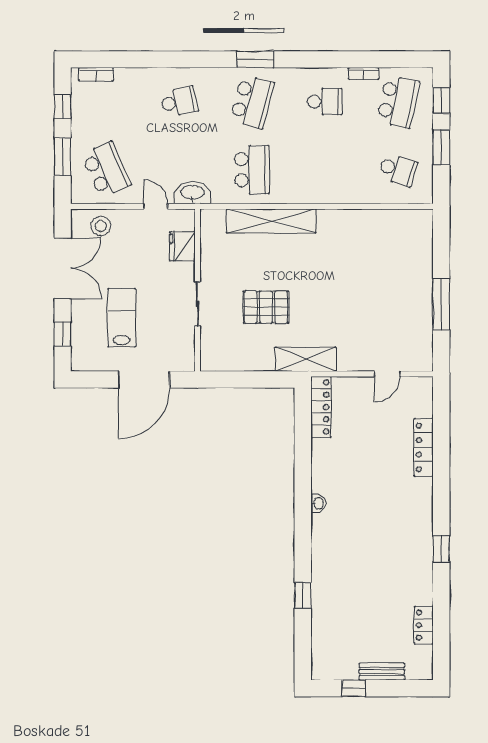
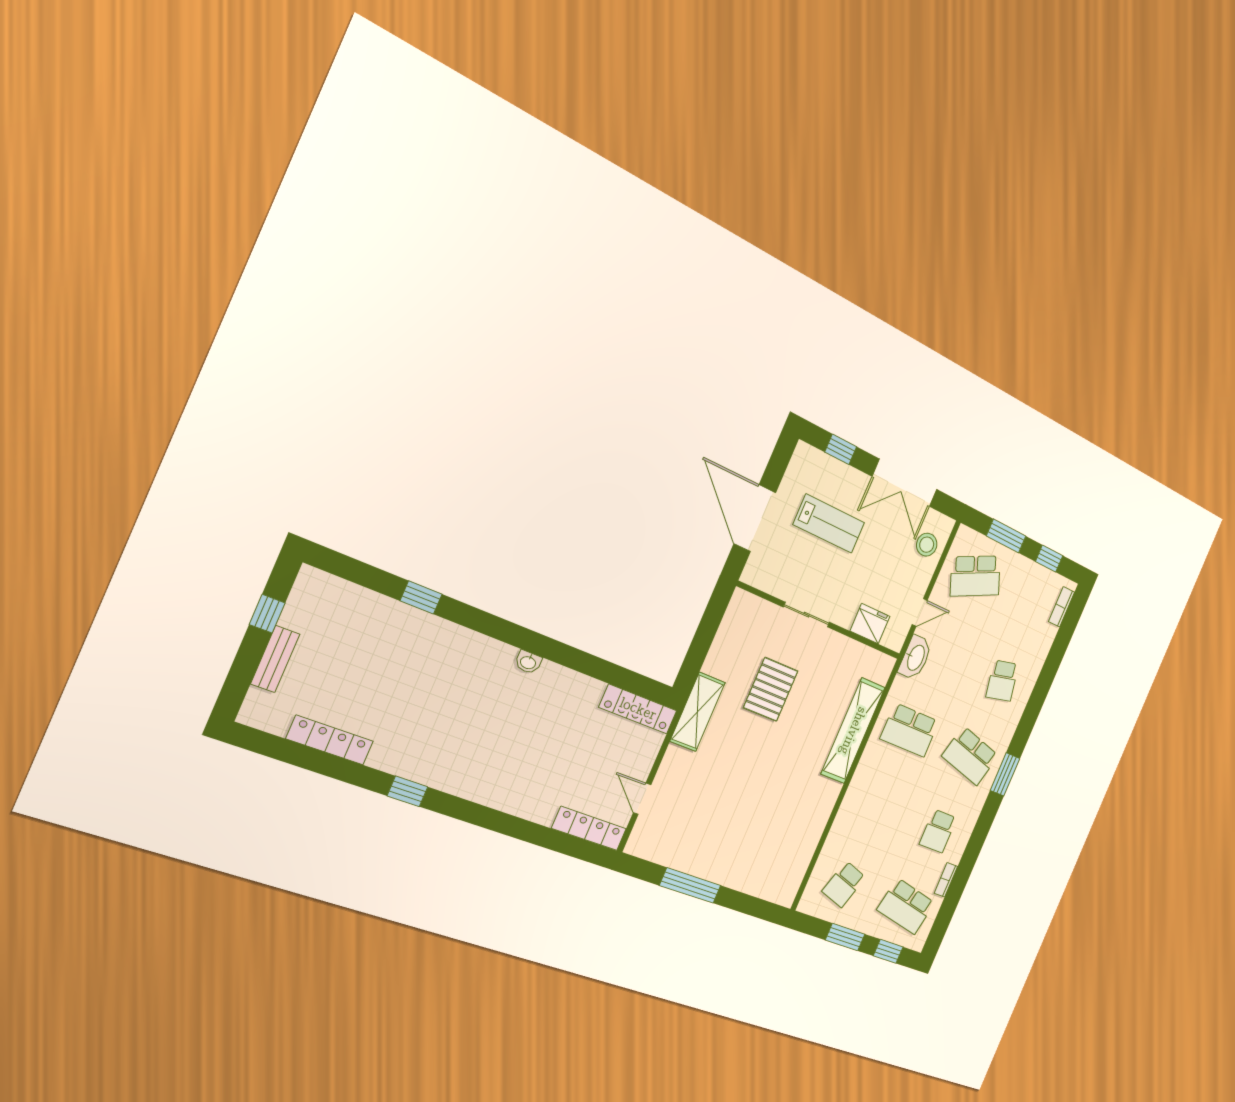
locker: (424, 447) -> (589, 828), moved
locker: (424, 625) -> (330, 740), width x1.53

